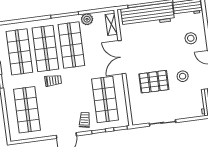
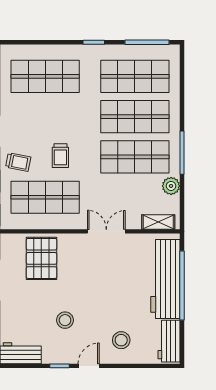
double door: (122, 57) -> (106, 231), width x0.73
trolley: (53, 80) -> (60, 156), moved
pallet: (154, 82) -> (41, 258), moved

